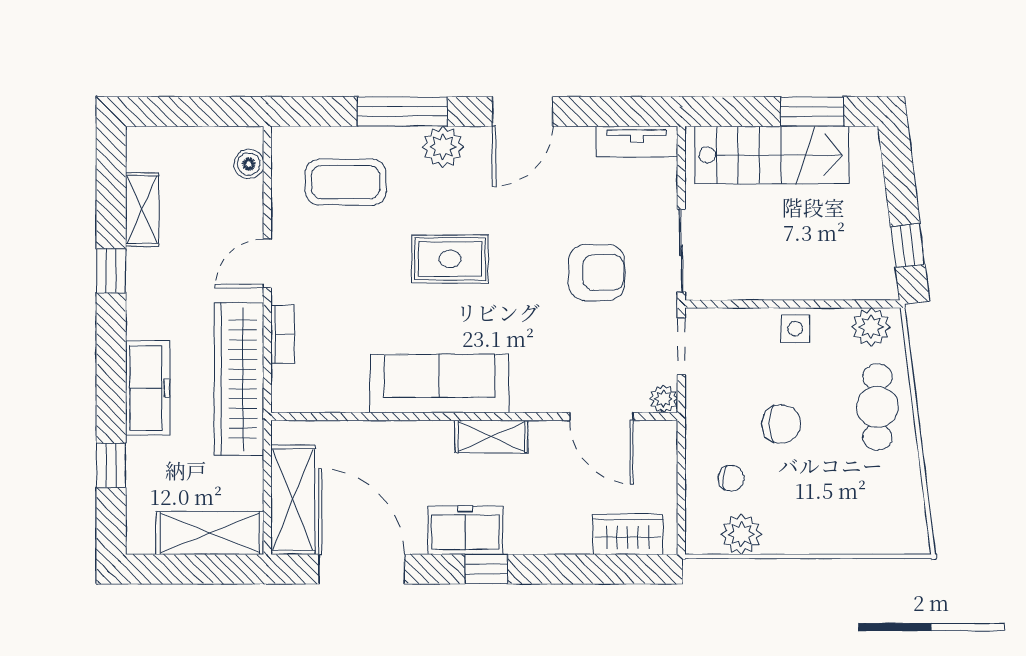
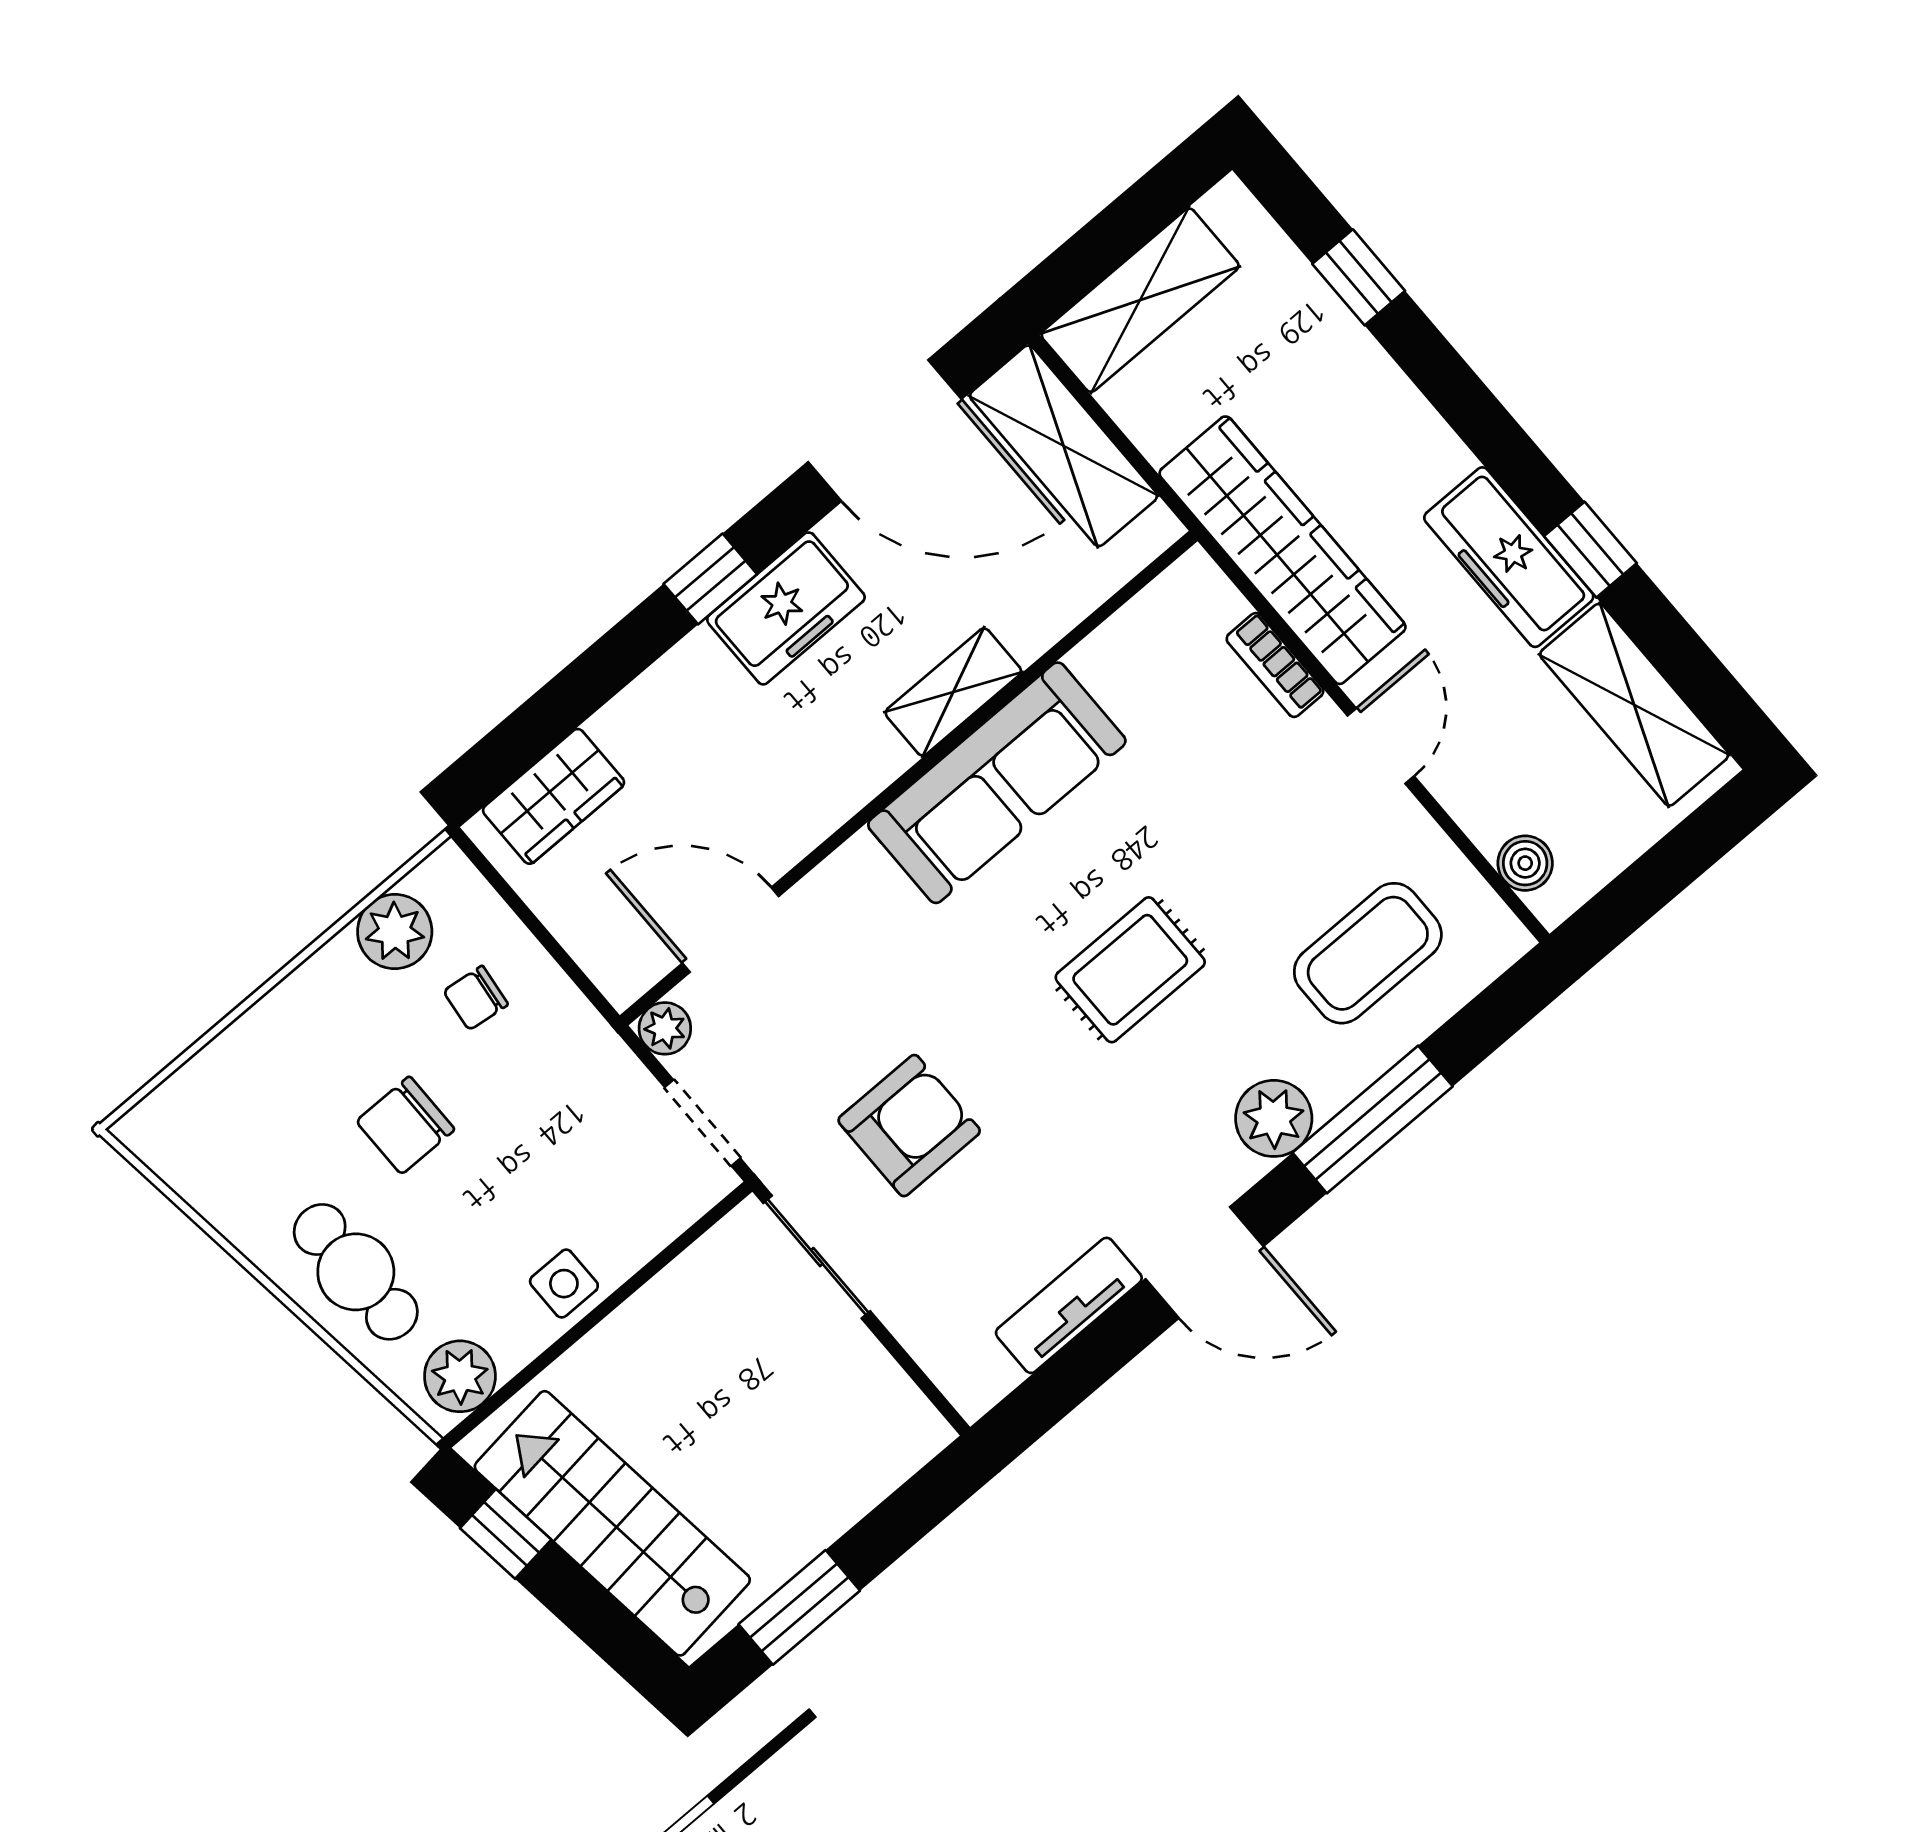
door: (522, 112) -> (1204, 1263), swing flipped
tv unit: (637, 142) -> (1069, 1305), moved
stairs: (772, 155) -> (612, 1523), moved, turned 83
shelving: (142, 210) -> (1634, 705), width x1.50, depth x1.33
armchair: (597, 272) -> (909, 1126), turned 180
freezer: (148, 388) -> (1509, 557), moved
chair: (781, 424) -> (405, 1125), moved
shelving: (491, 436) -> (953, 692), moved

